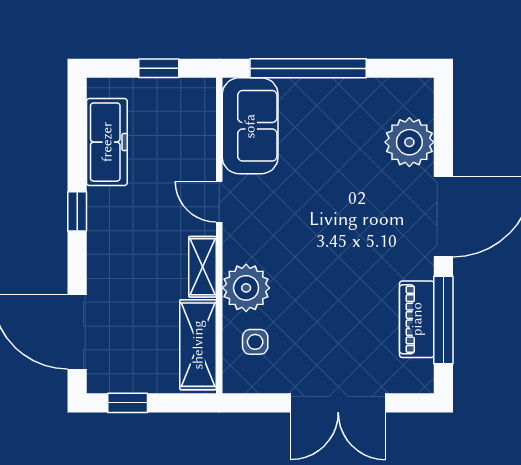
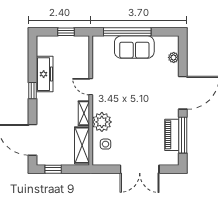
sofa: (250, 126) -> (134, 47), moved, turned 90
freezer: (107, 142) -> (45, 74), moved
plant: (409, 142) -> (174, 57), width x0.53, depth x0.53

